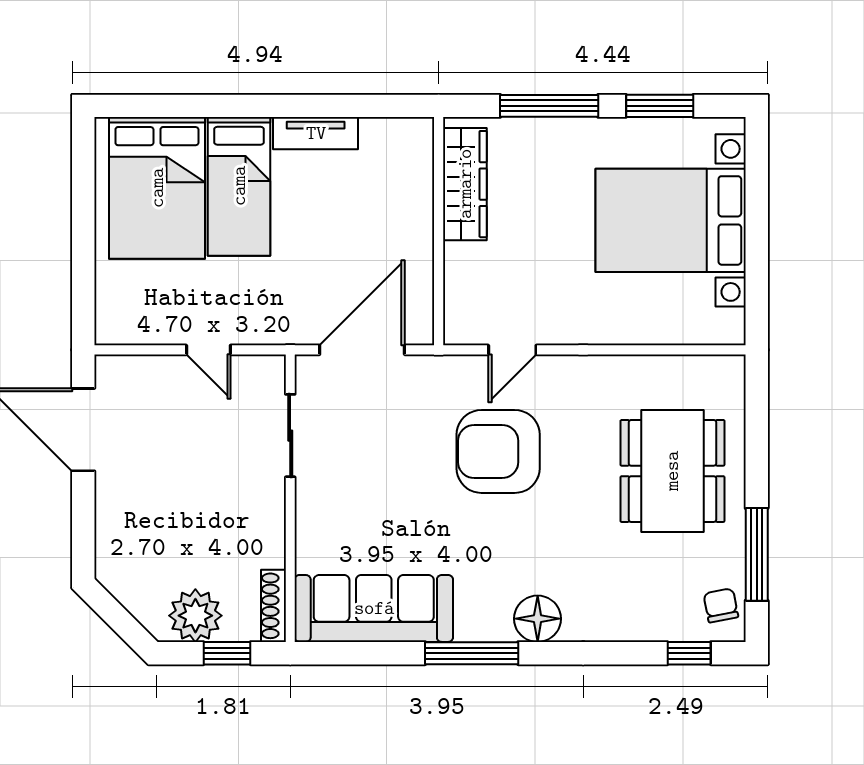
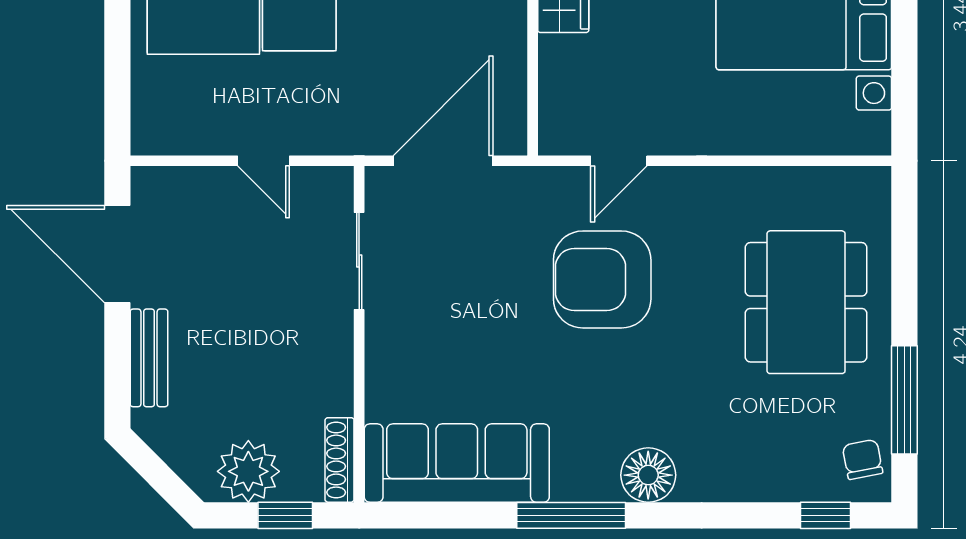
bench: (110, 519) -> (149, 358), added

